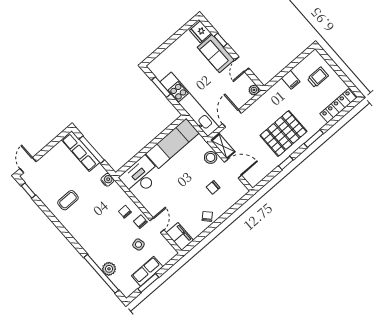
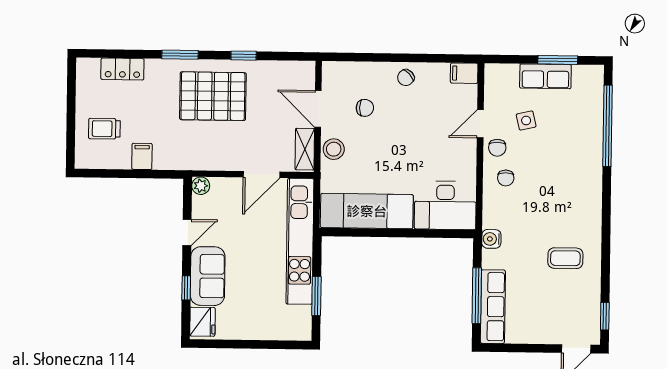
locker: (338, 106) -> (122, 69), width x0.66
filing cabinet: (180, 236) -> (464, 73), width x0.50
plant: (109, 269) -> (592, 123), removed

